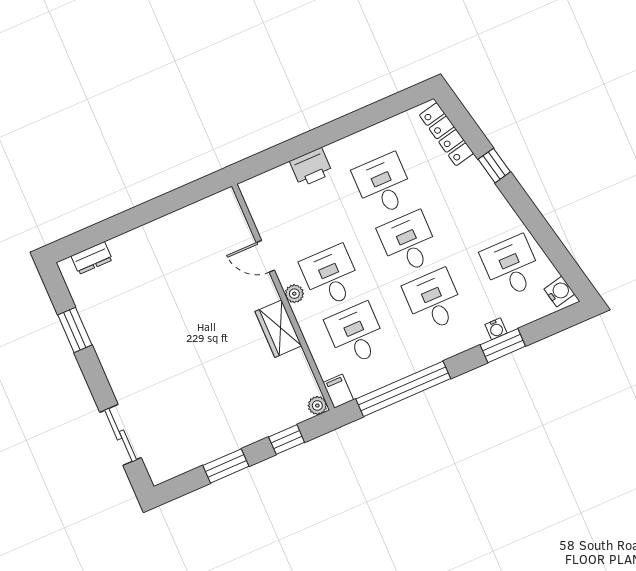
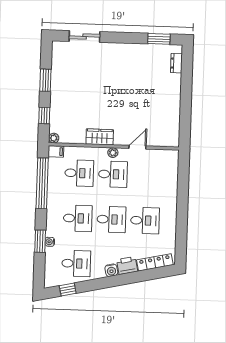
window: (494, 166) -> (68, 289), moved
printer: (311, 167) -> (127, 266), moved, turned 78
water cooler: (559, 292) -> (111, 270), moved
window: (75, 330) -> (159, 39), moved

